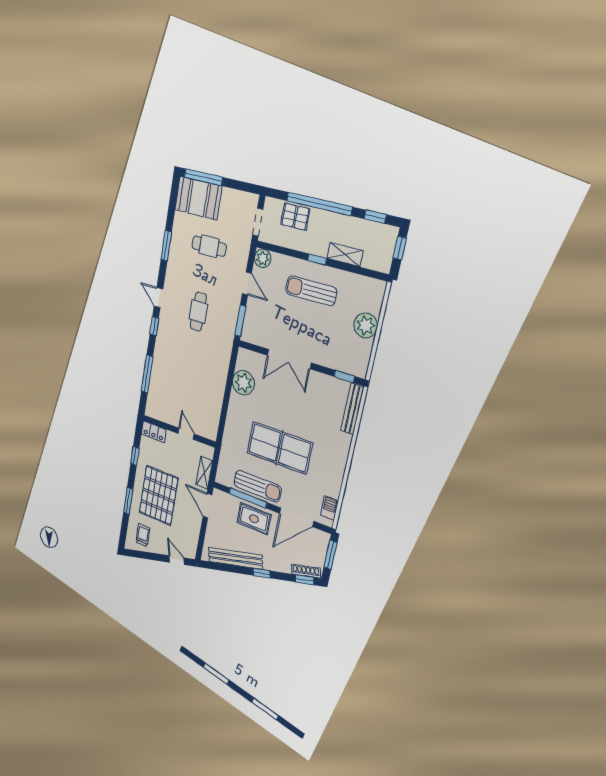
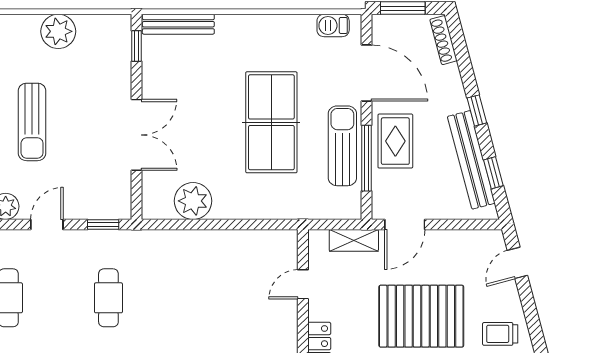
cafe table: (198, 312) -> (108, 298), turned 90
window: (240, 321) -> (103, 224), width x0.67
window: (305, 580) -> (493, 173), moved

